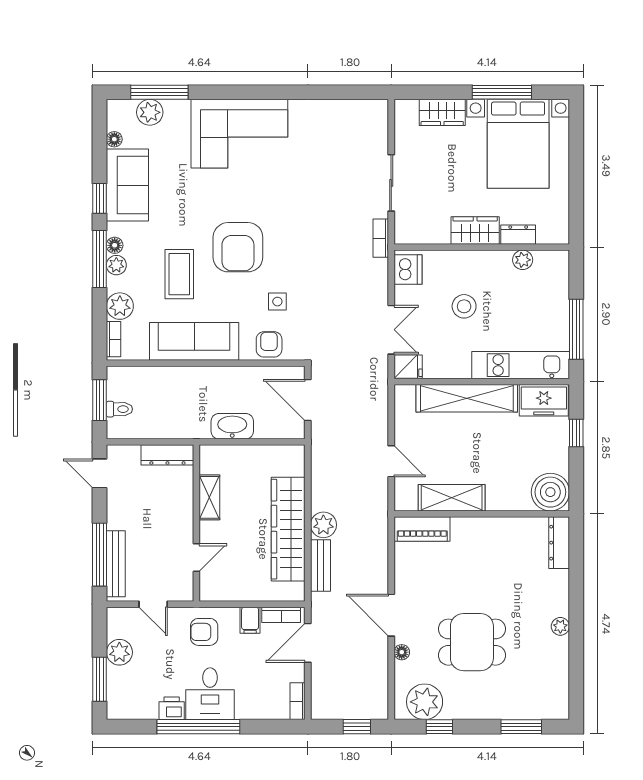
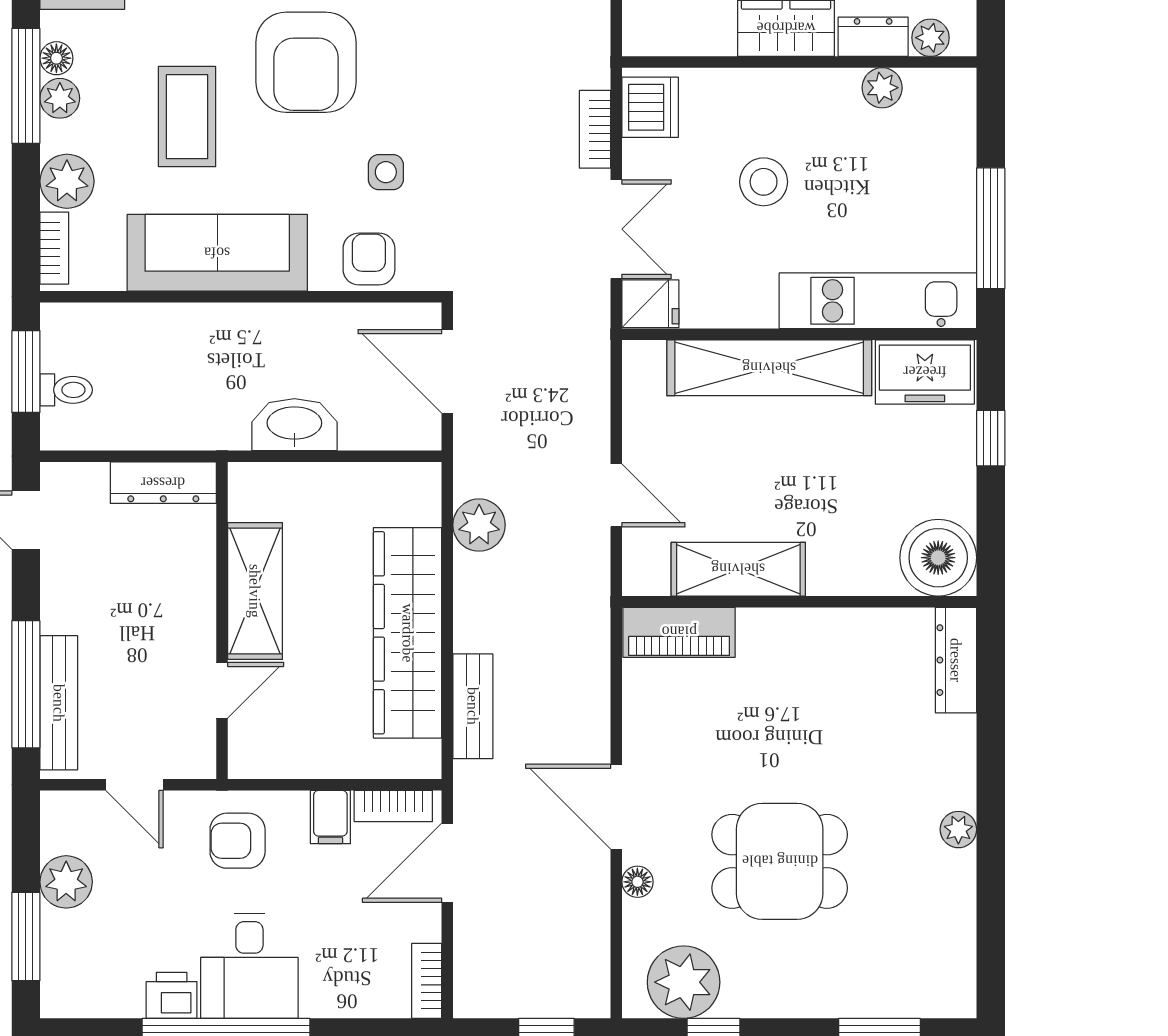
plant: (547, 235) -> (931, 38), added
bookcase: (381, 238) -> (595, 129), moved
shelving: (209, 497) -> (255, 591), width x1.50, depth x1.33
plant: (323, 525) -> (479, 525), moved

